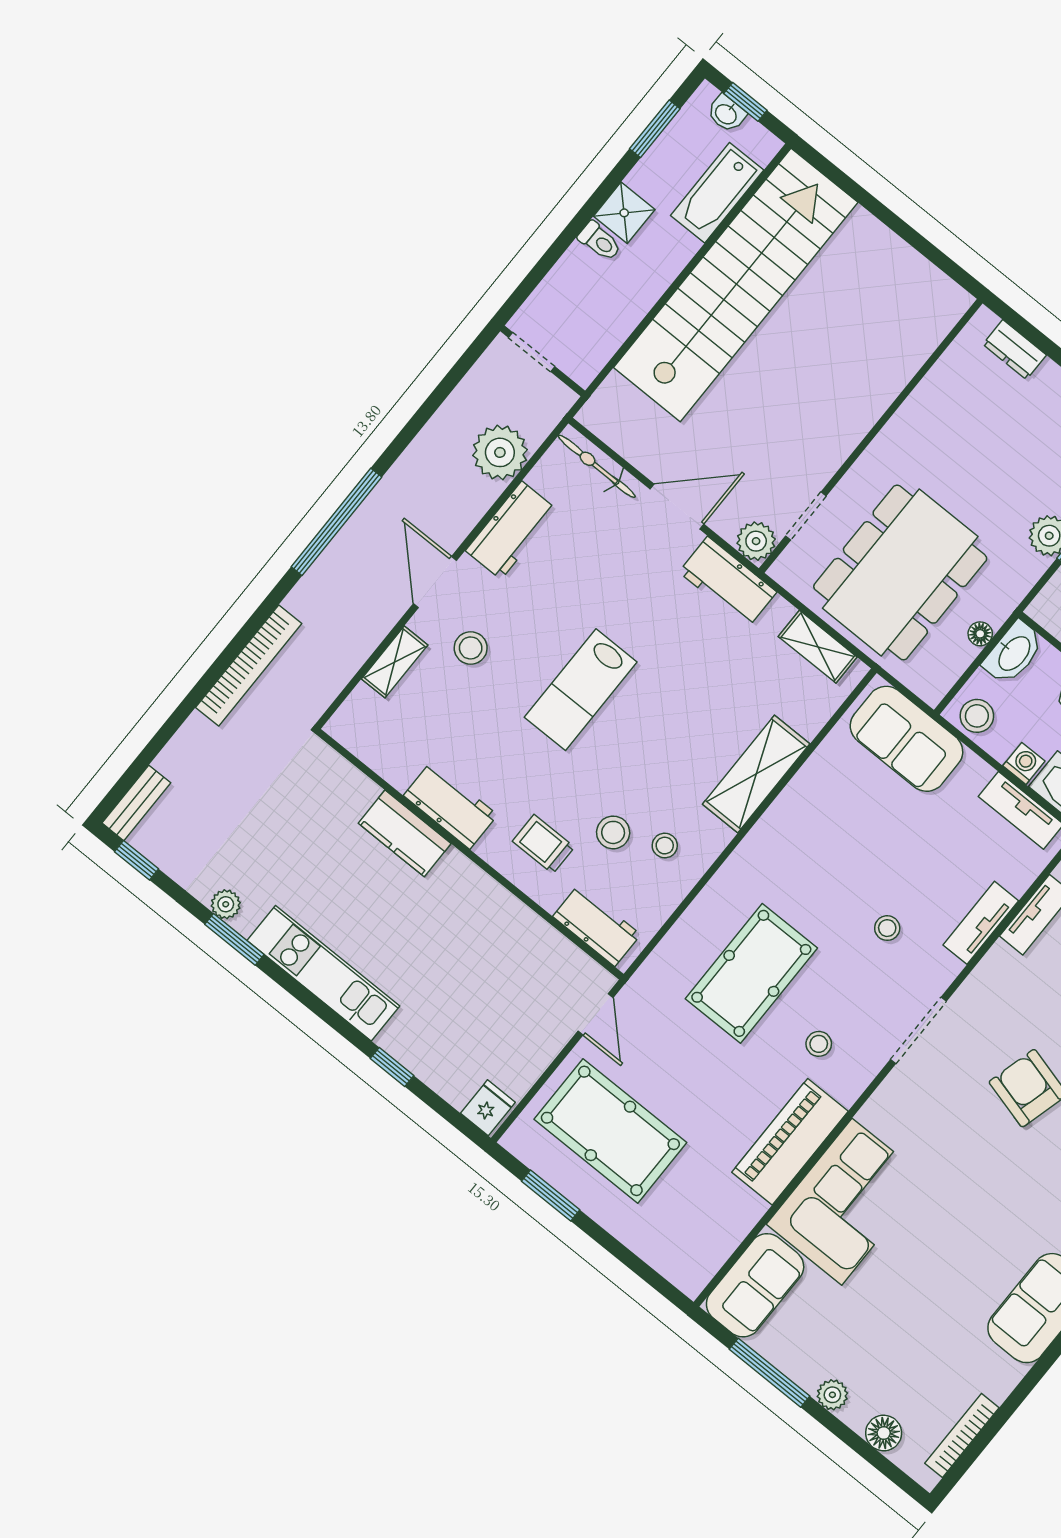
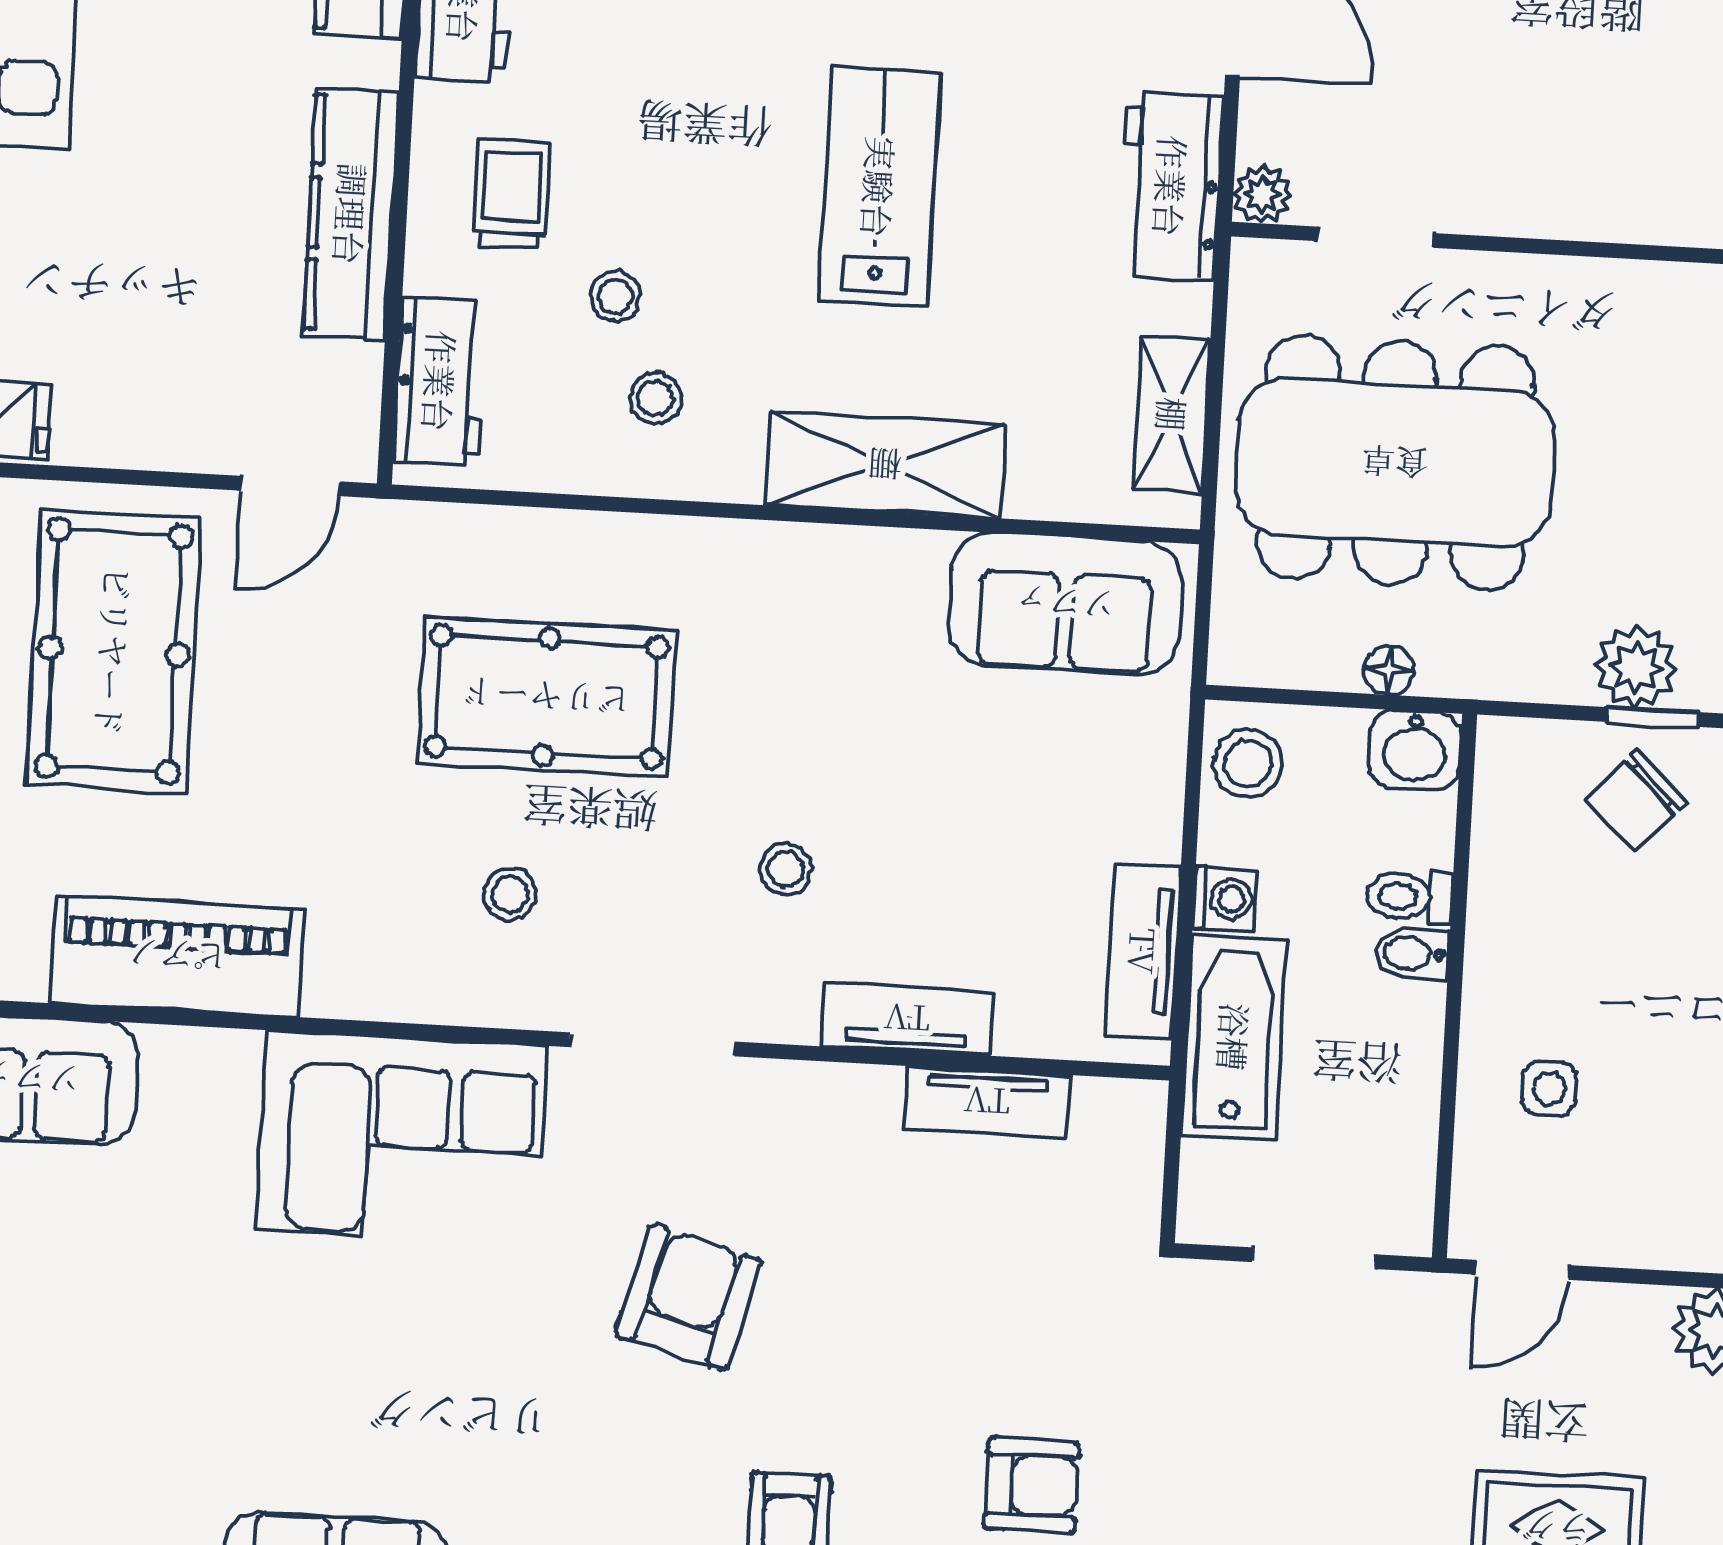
plant: (756, 541) -> (1262, 194), width x0.73, depth x0.73
washbasin: (1014, 653) -> (1415, 750), width x0.72
lab bench: (581, 690) -> (879, 187), moved, turned 90
sofa: (906, 739) -> (1065, 604), moved, turned -90
stool: (613, 832) -> (615, 296), width x0.73, depth x0.73
kitchen counter: (505, 913) -> (351, 214), added
piano: (790, 1142) -> (176, 956), moved
corner sofa: (847, 1202) -> (402, 1138), moved

